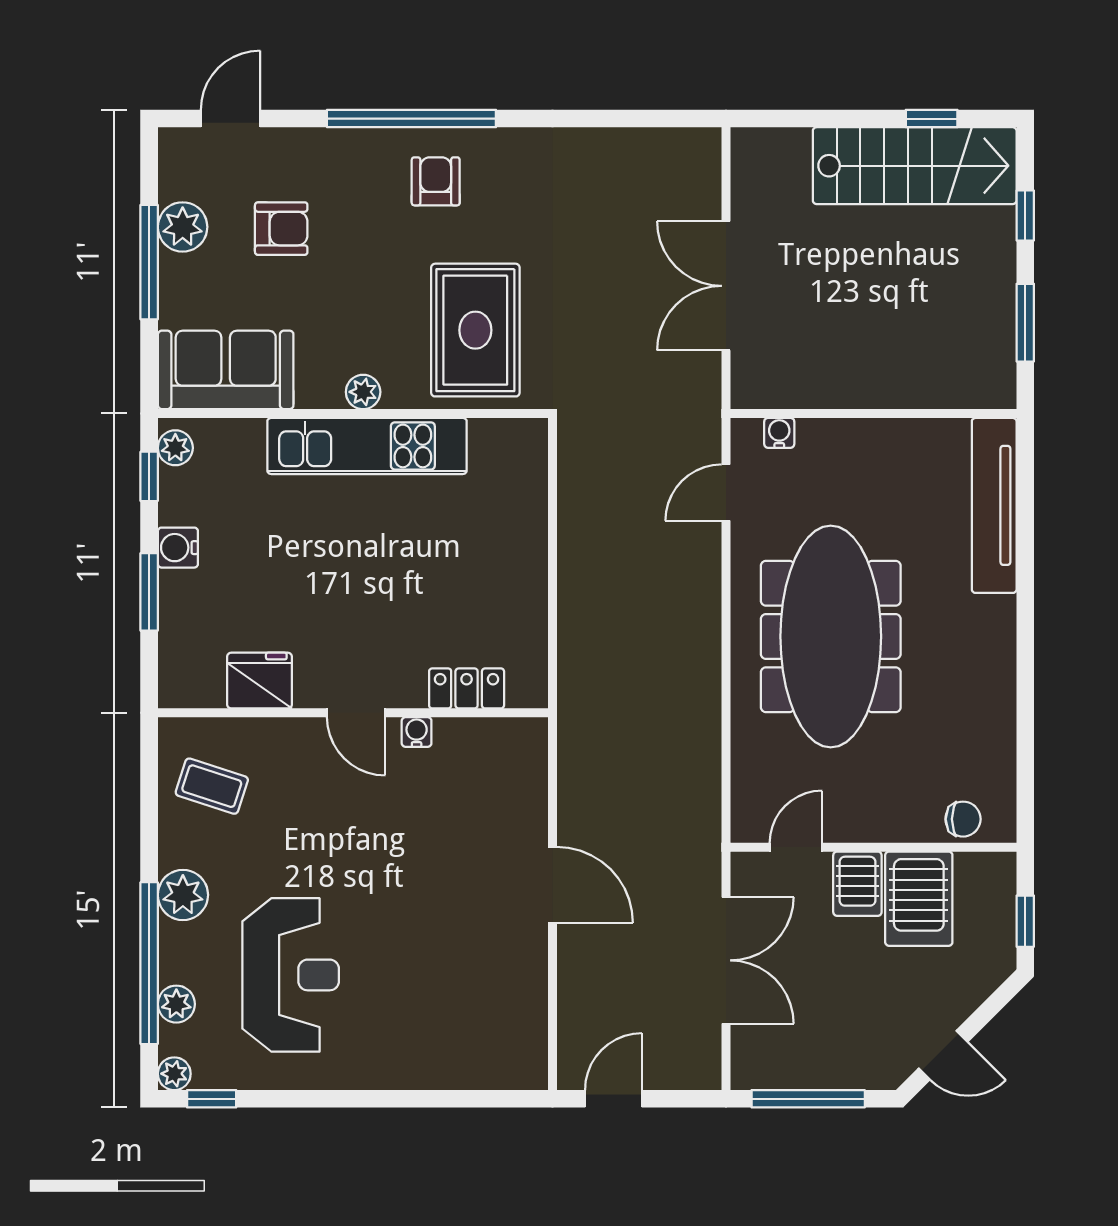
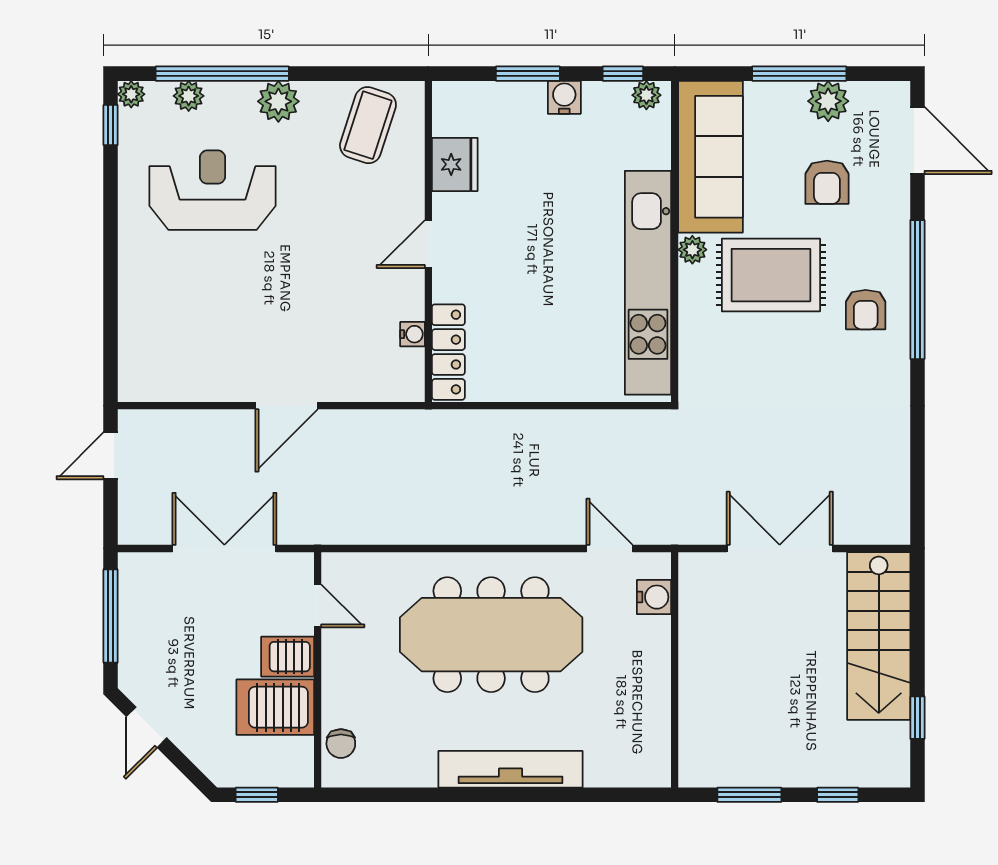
door: (230, 119) -> (917, 141), width x1.38
stairs: (915, 166) -> (879, 636), moved
armchair: (436, 181) -> (866, 310), turned 90
rug: (475, 330) -> (771, 275), moved
sofa: (226, 370) -> (711, 157), width x1.36
water cooler: (779, 433) -> (654, 597), width x1.38, depth x1.38
kitchen unit: (367, 446) -> (648, 283), width x1.36
tv unit: (994, 505) -> (511, 769), moved
locker: (467, 688) -> (448, 352), width x1.53
water cooler: (417, 732) -> (412, 334), moved
coffee table: (212, 786) -> (368, 125), width x1.36, depth x1.30
double door: (726, 960) -> (224, 548), swing flipped
reception desk: (291, 975) -> (213, 190), turned 180
door: (613, 1099) -> (111, 456), swing flipped

